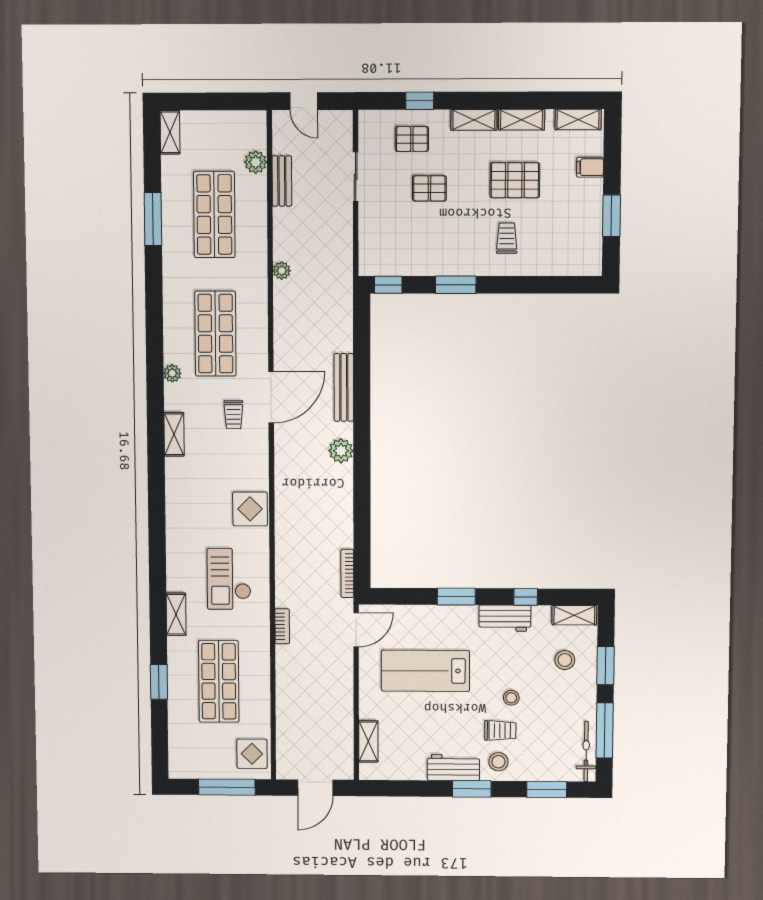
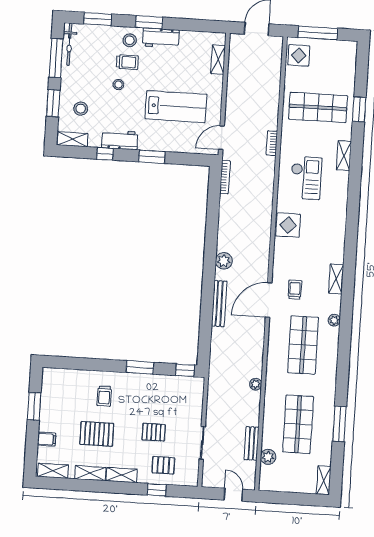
shop shelf: (219, 681) -> (318, 107), turned 90
trolley: (500, 731) -> (127, 62), turned 180

